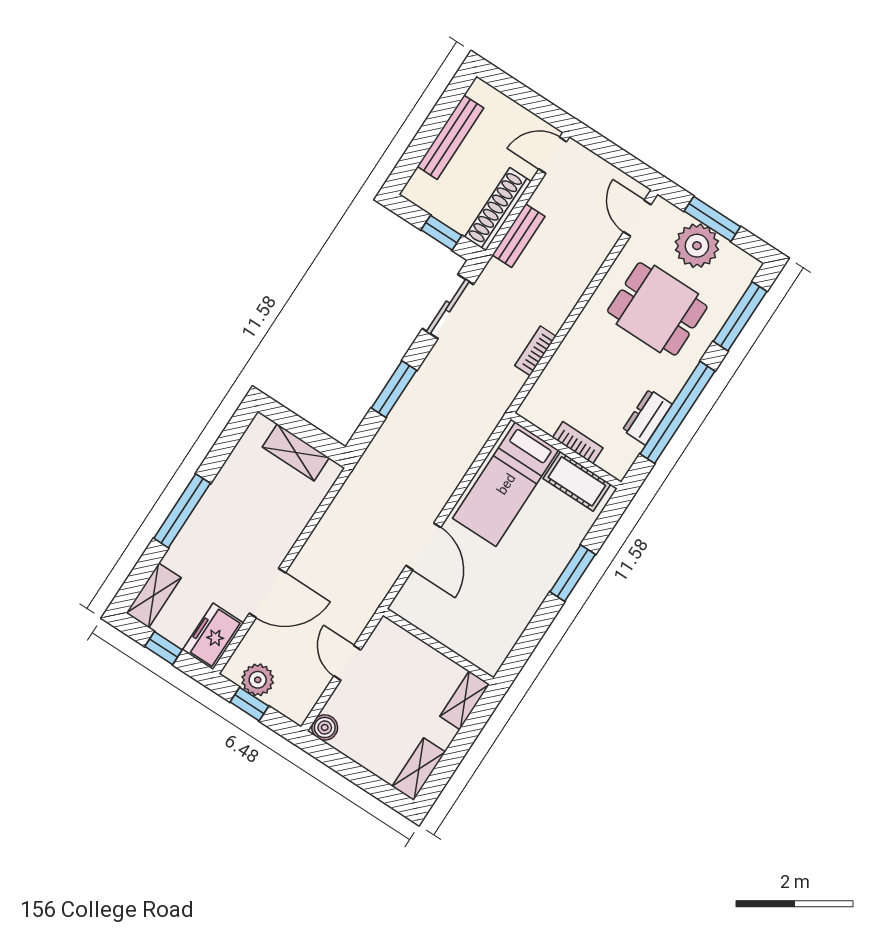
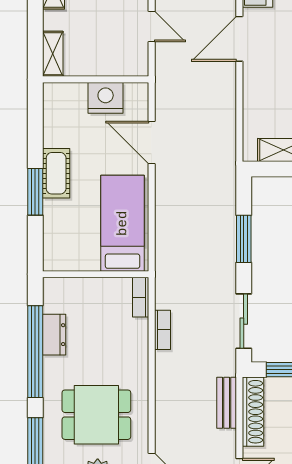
bookcase: (578, 443) -> (141, 297), moved, turned 90
cot: (577, 481) -> (56, 173), moved, turned 90
nightstand: (440, 621) -> (106, 98), added

